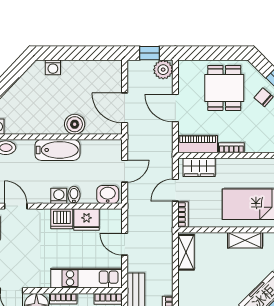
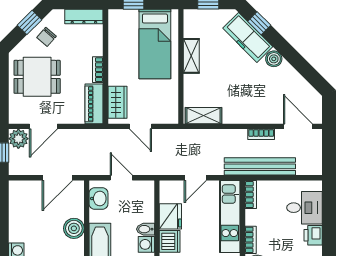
door: (175, 108) -> (43, 126), moved
washbasin: (108, 194) -> (98, 198), moved, turned 180
bookcase: (183, 214) -> (165, 119), removed

